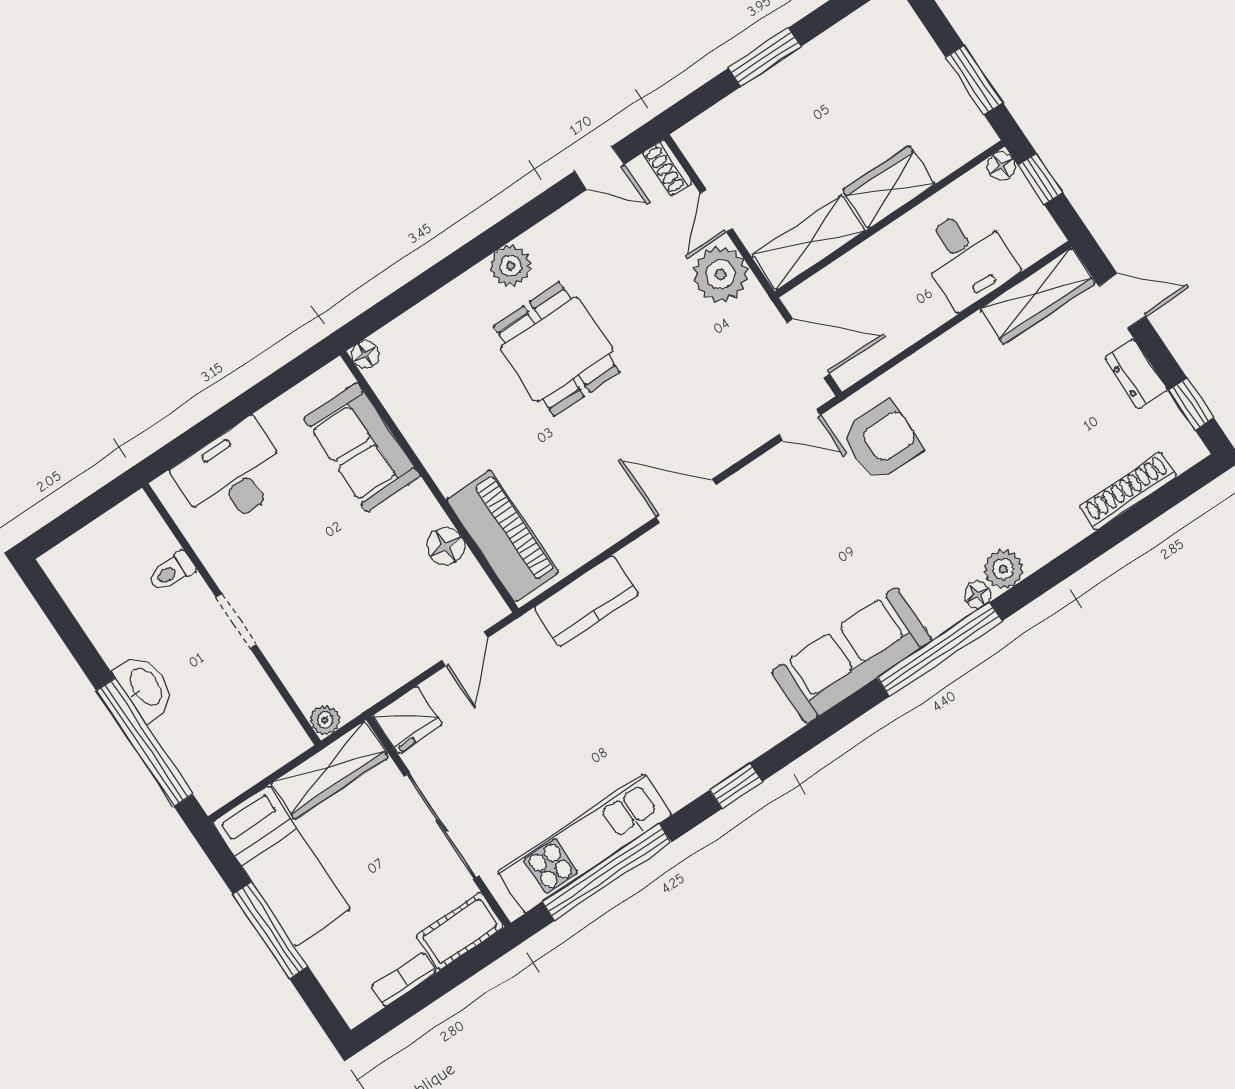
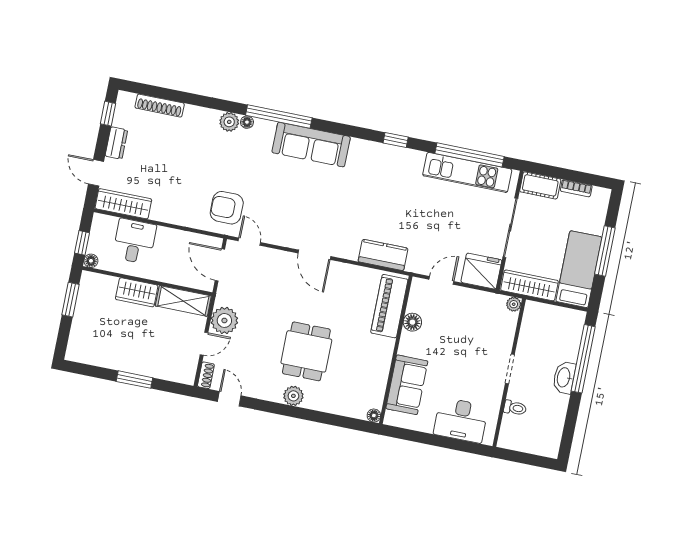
fridge: (408, 720) -> (481, 271), width x1.36, depth x1.34

